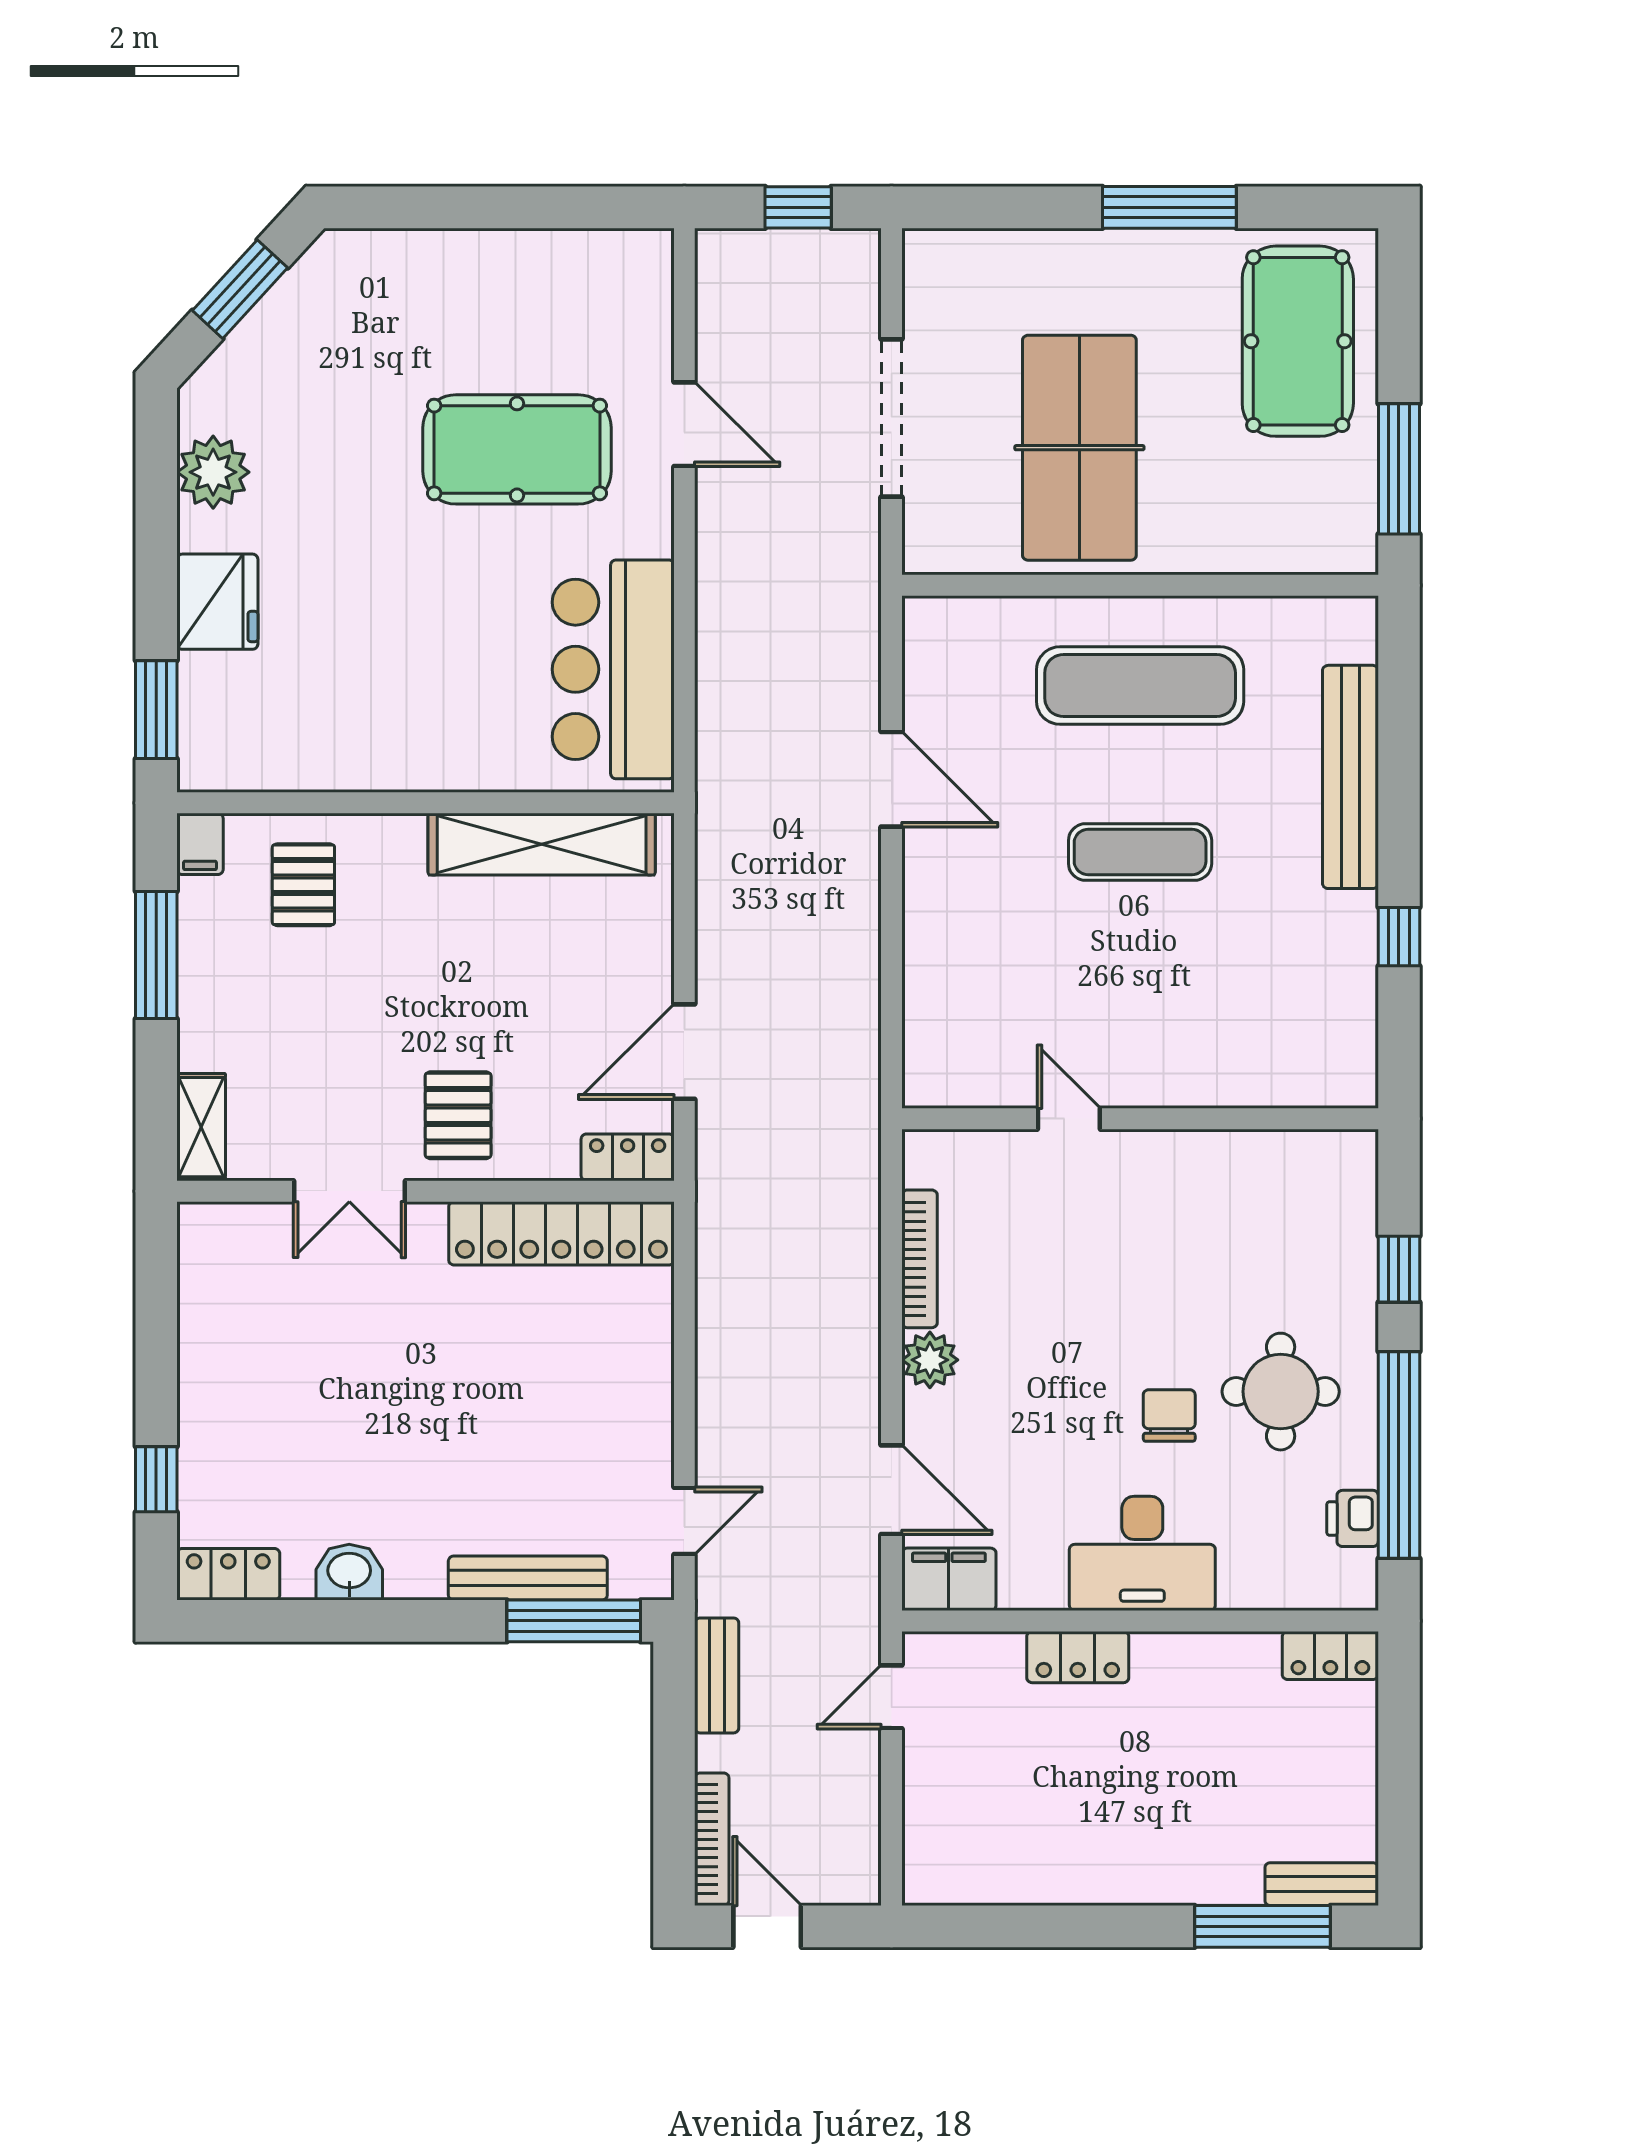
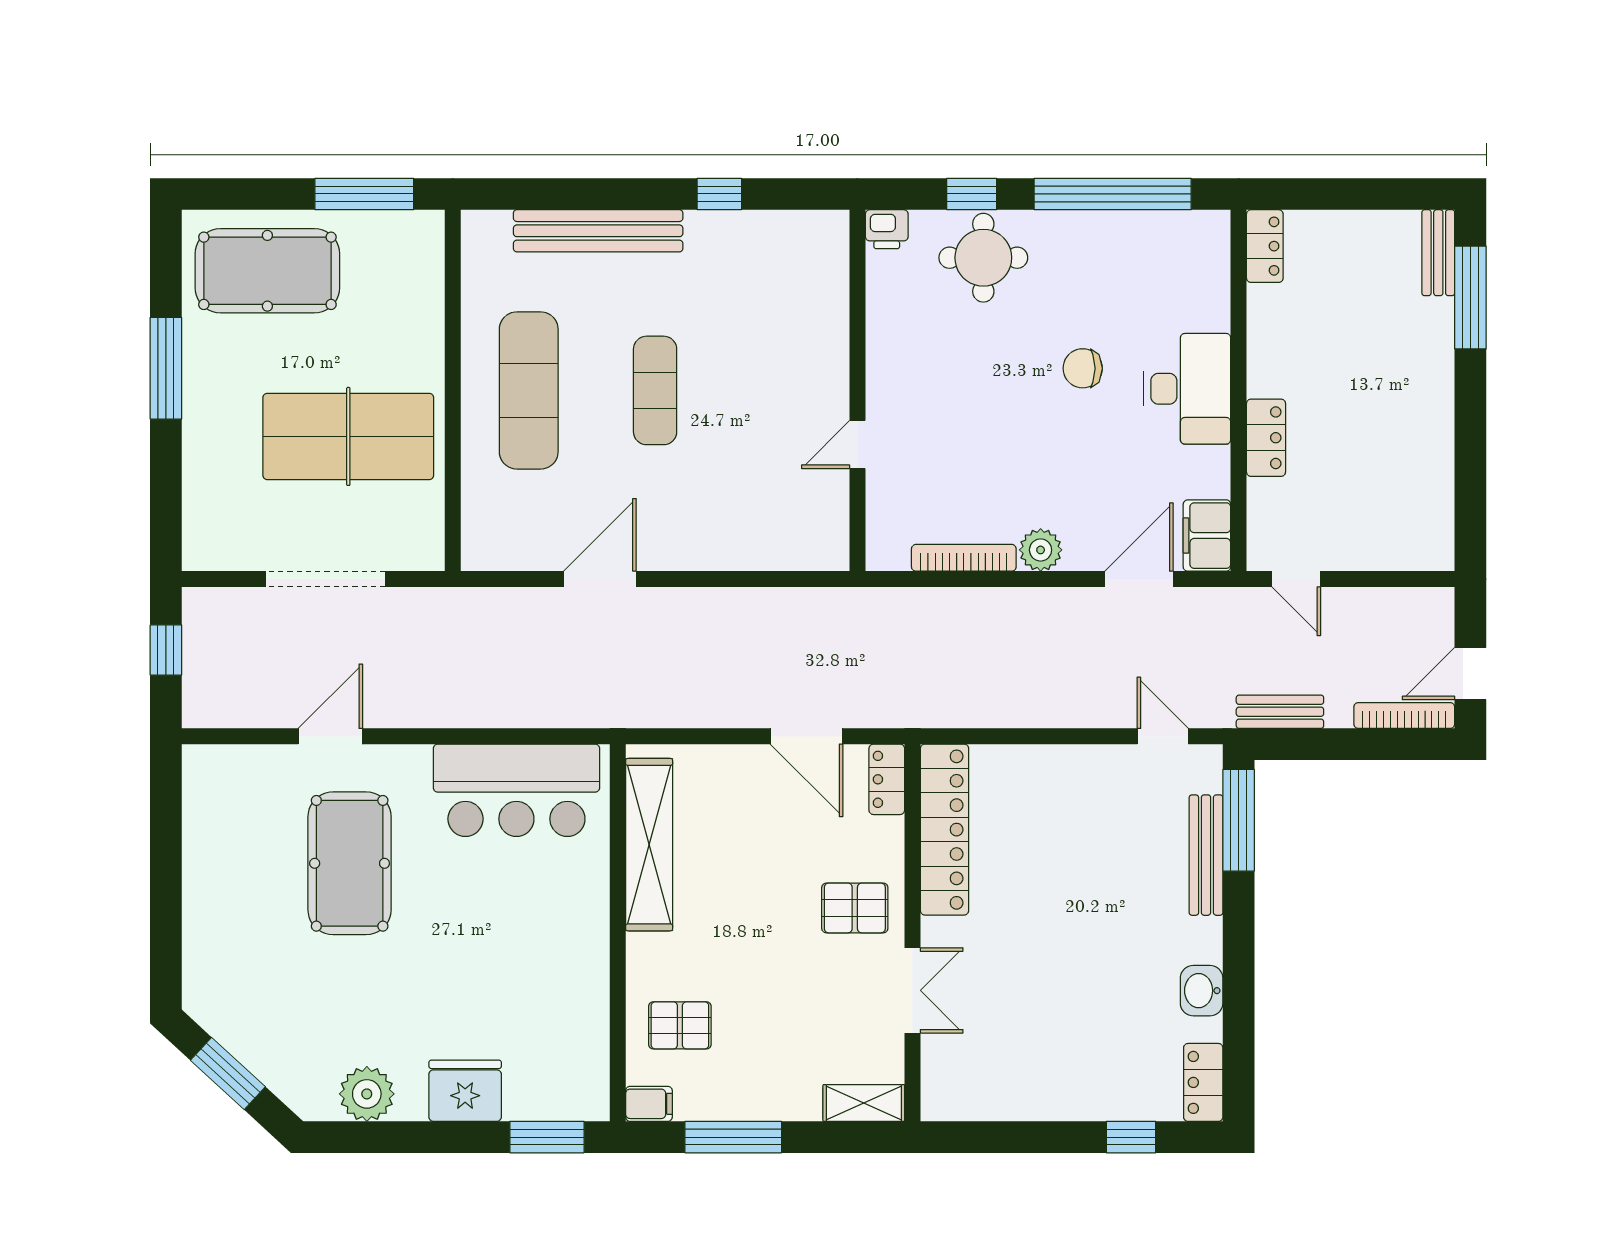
round table: (1281, 1392) -> (983, 258), moved
printer: (1353, 1518) -> (887, 229), moved

